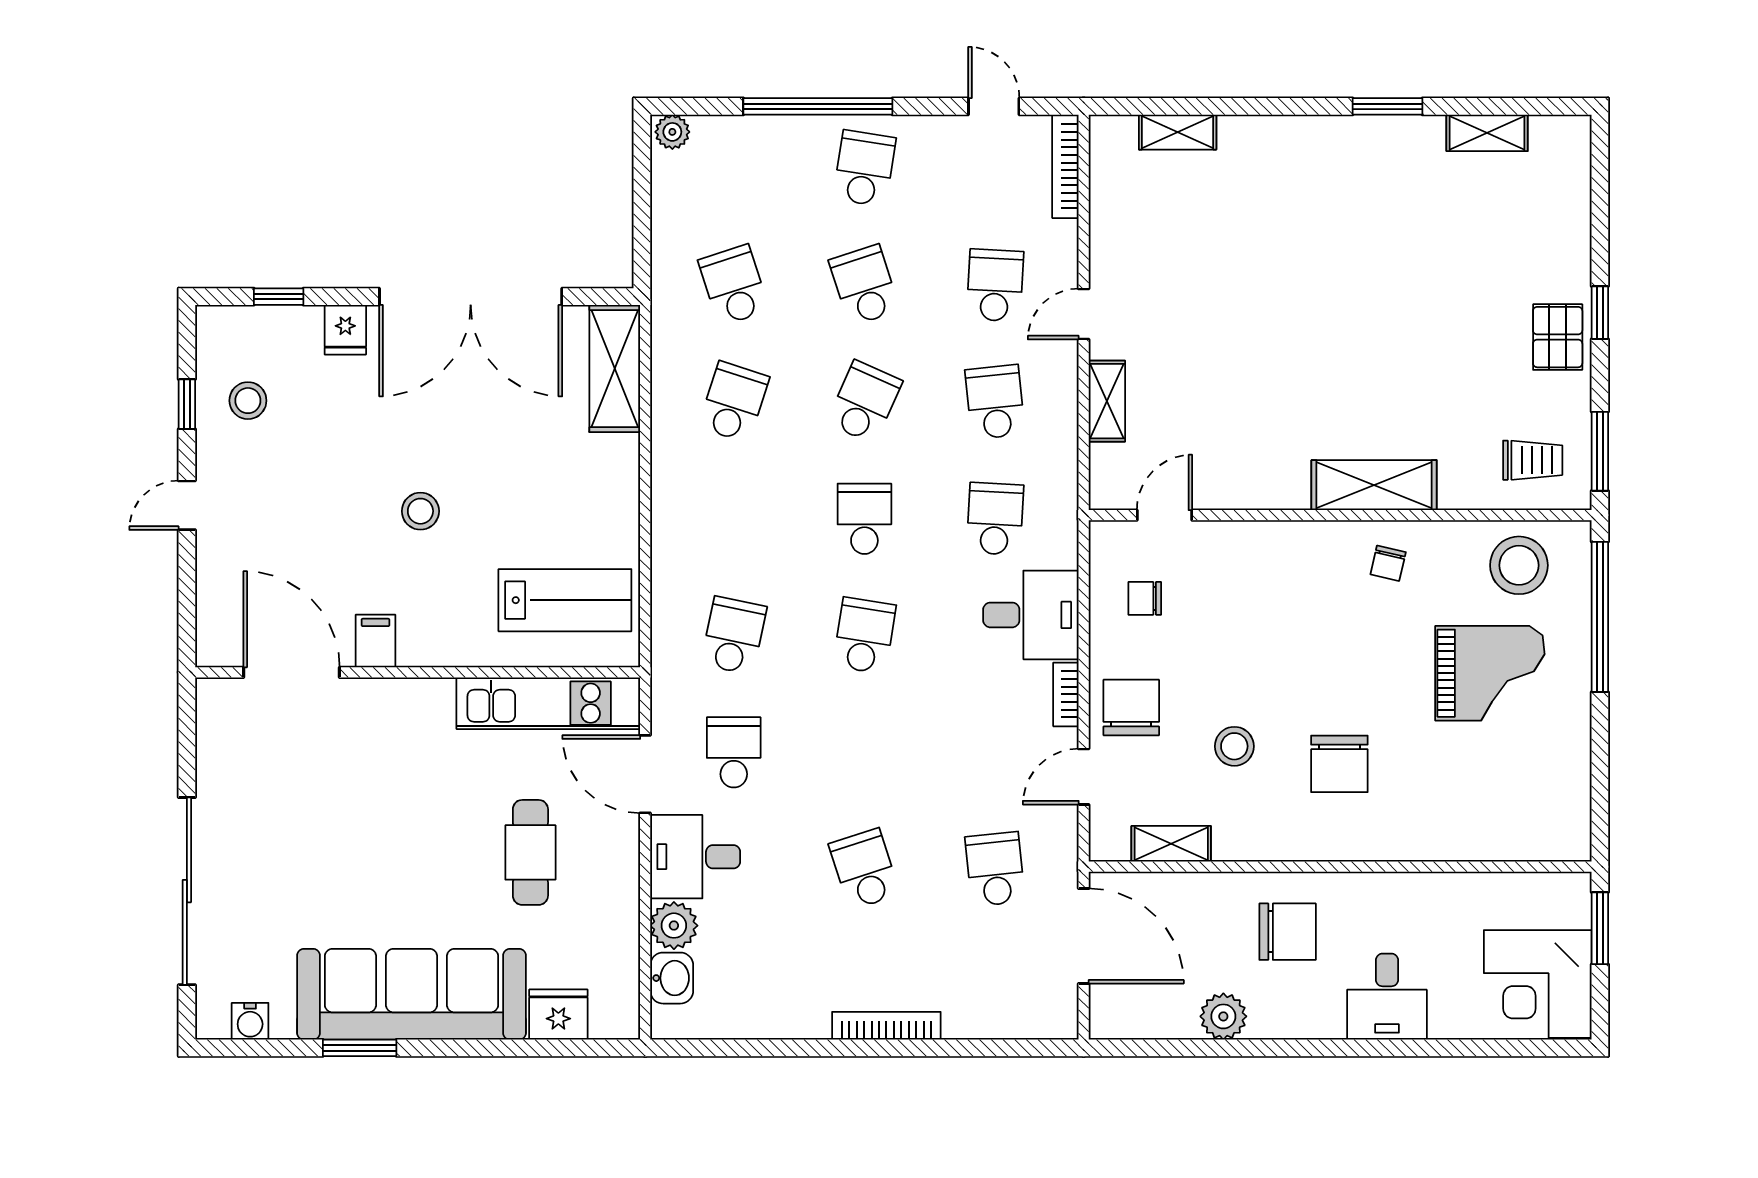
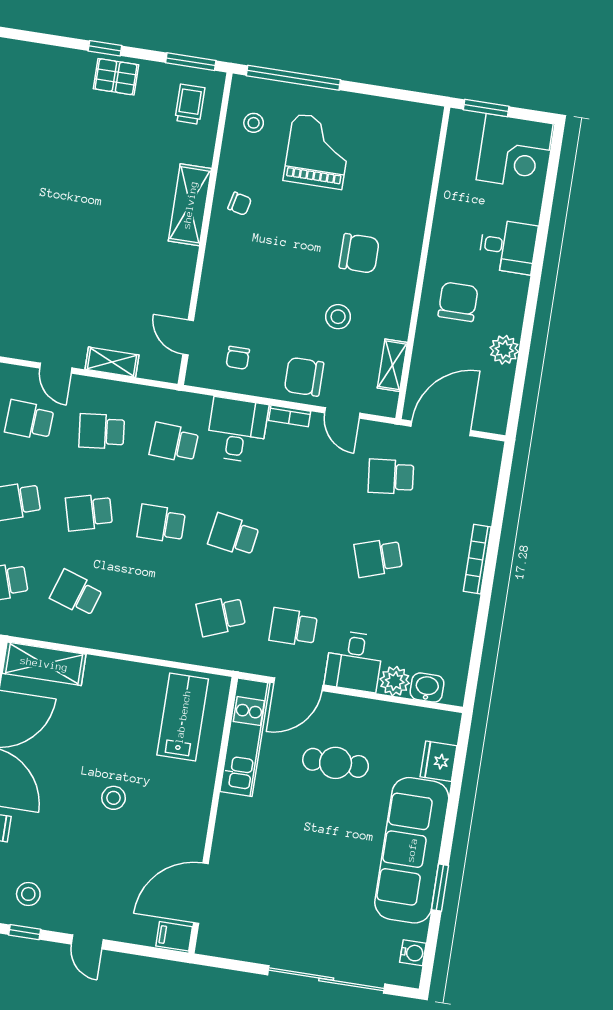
school desk: (864, 402) -> (89, 512), turned -39
stool: (1519, 565) -> (254, 123), width x0.53, depth x0.53
school desk: (734, 636) -> (221, 616), turned -33
filing cabinet: (375, 641) -> (174, 936), moved

